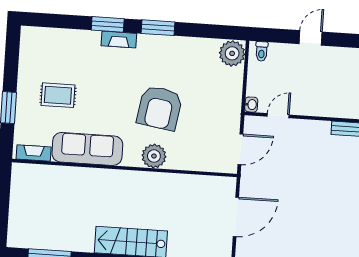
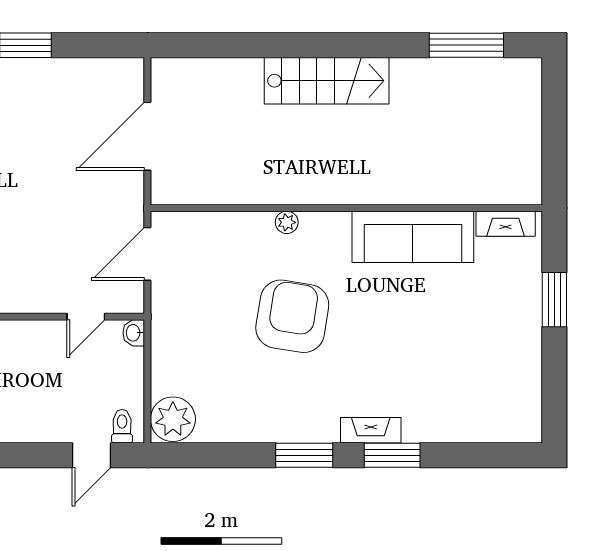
door: (311, 38) -> (92, 455), moved
rug: (58, 95) -> (470, 327), removed
plant: (154, 156) -> (287, 222), width x0.53, depth x0.53

